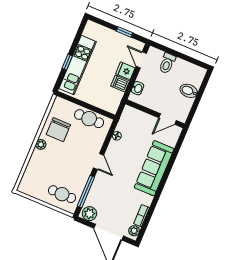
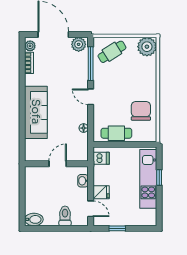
dishwasher: (120, 83) -> (101, 158), moved
bidet: (189, 91) -> (34, 219), moved
door: (168, 119) -> (58, 164), moved
plant: (41, 144) -> (147, 47), moved, width x1.88, depth x1.88
cafe table: (62, 194) -> (112, 52), turned -32

